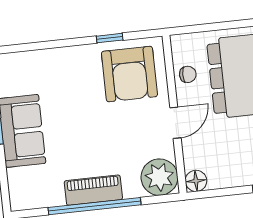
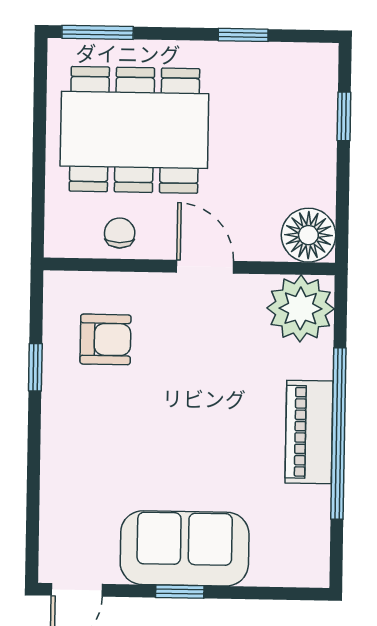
armchair: (129, 74) -> (105, 339), width x0.53, depth x0.53
floor lamp: (196, 181) -> (308, 235), width x1.38, depth x1.38

